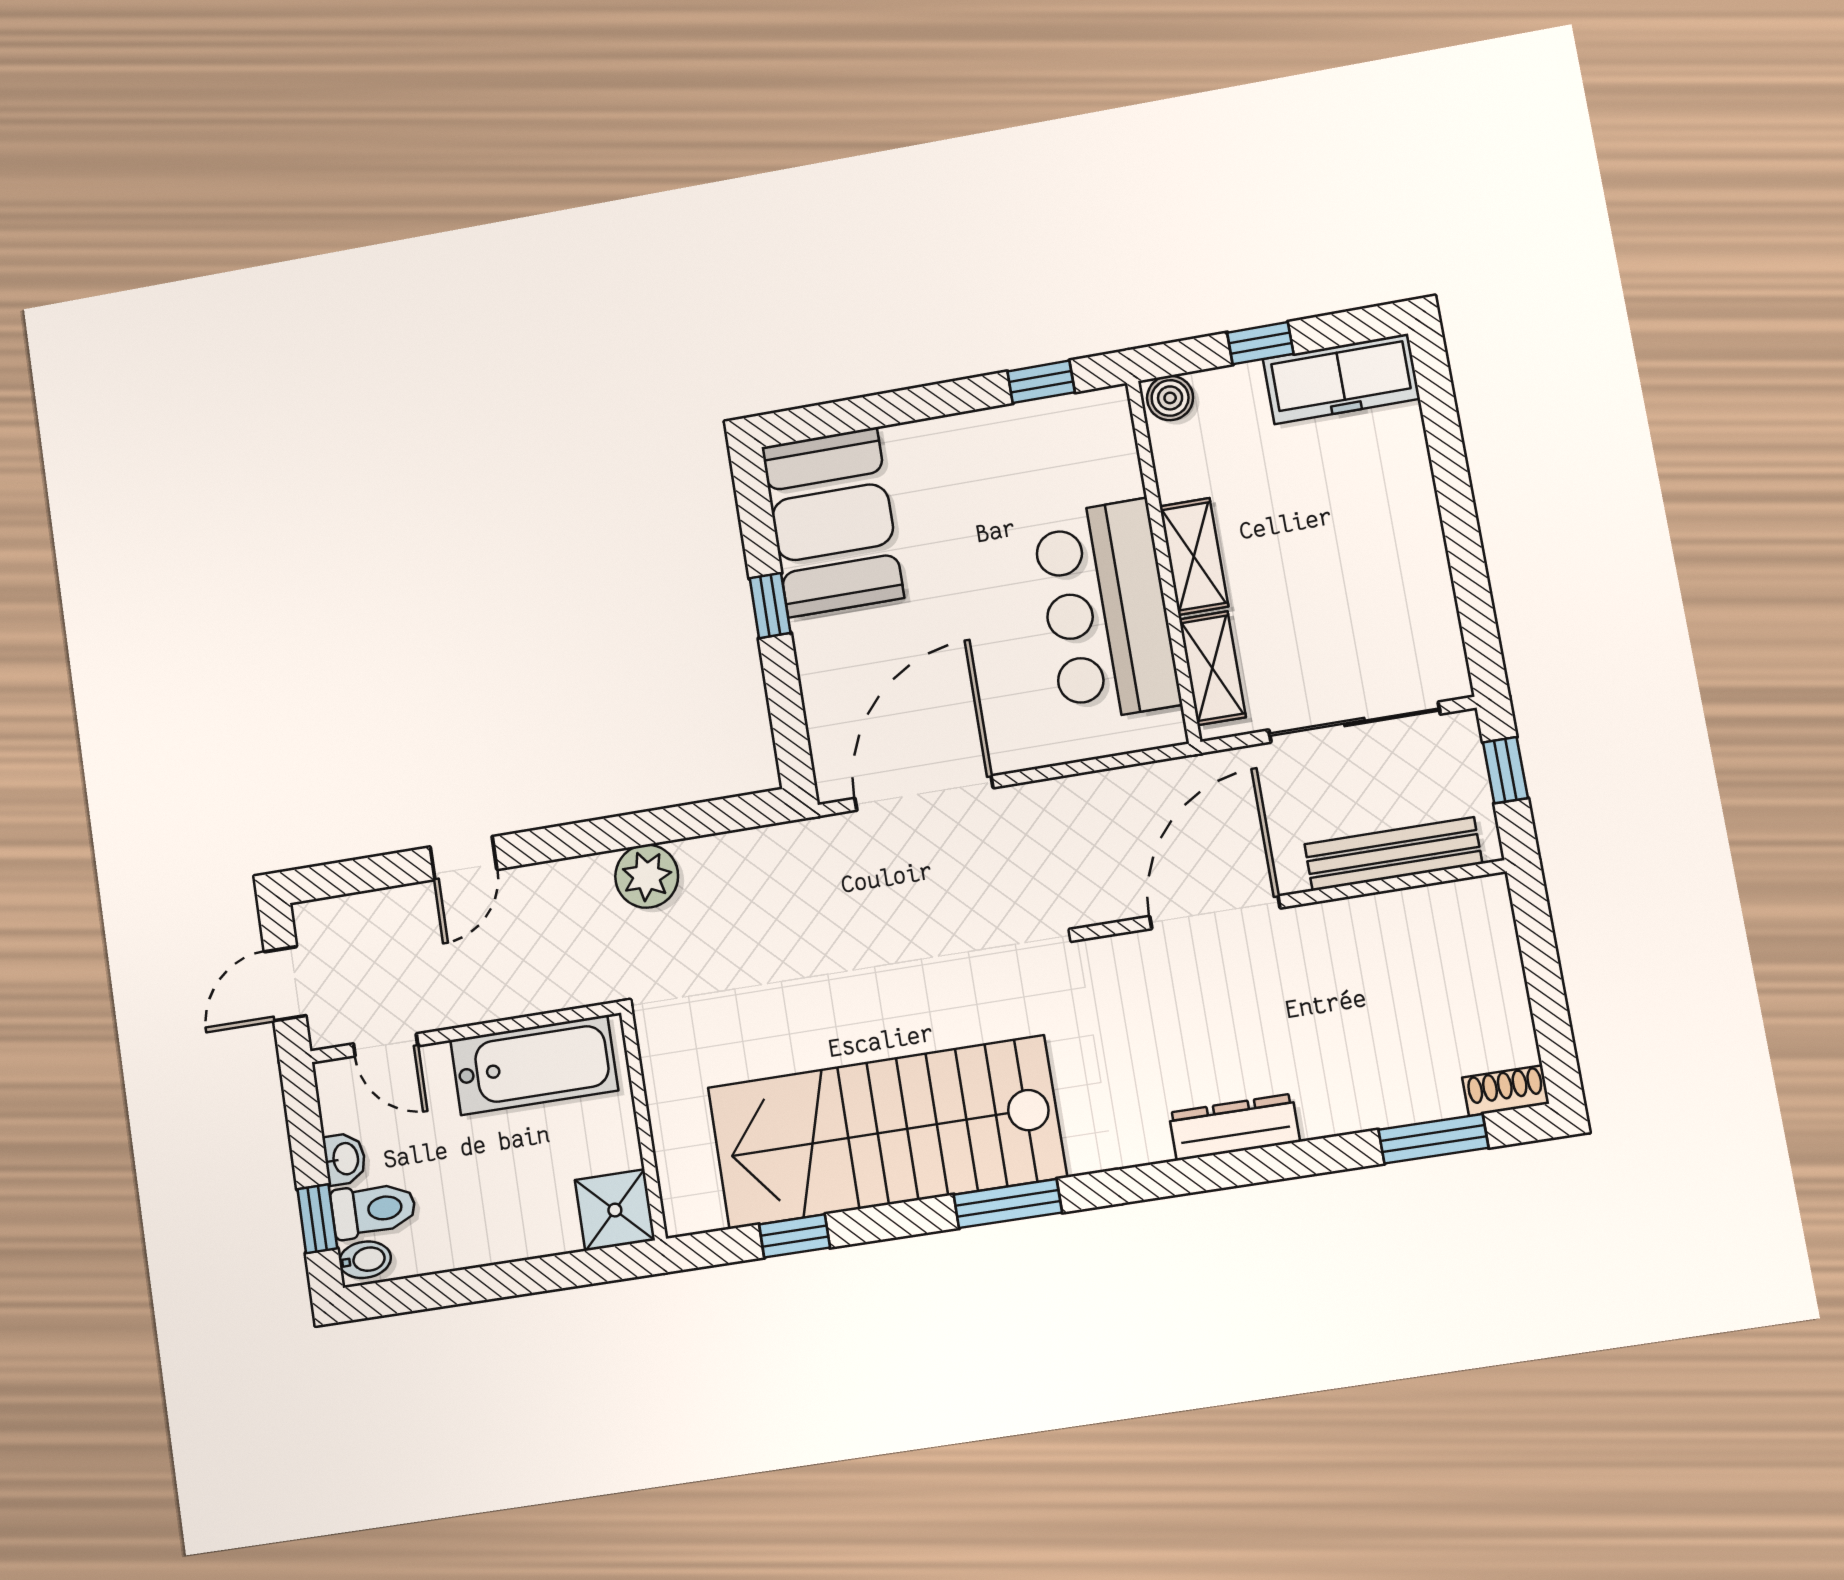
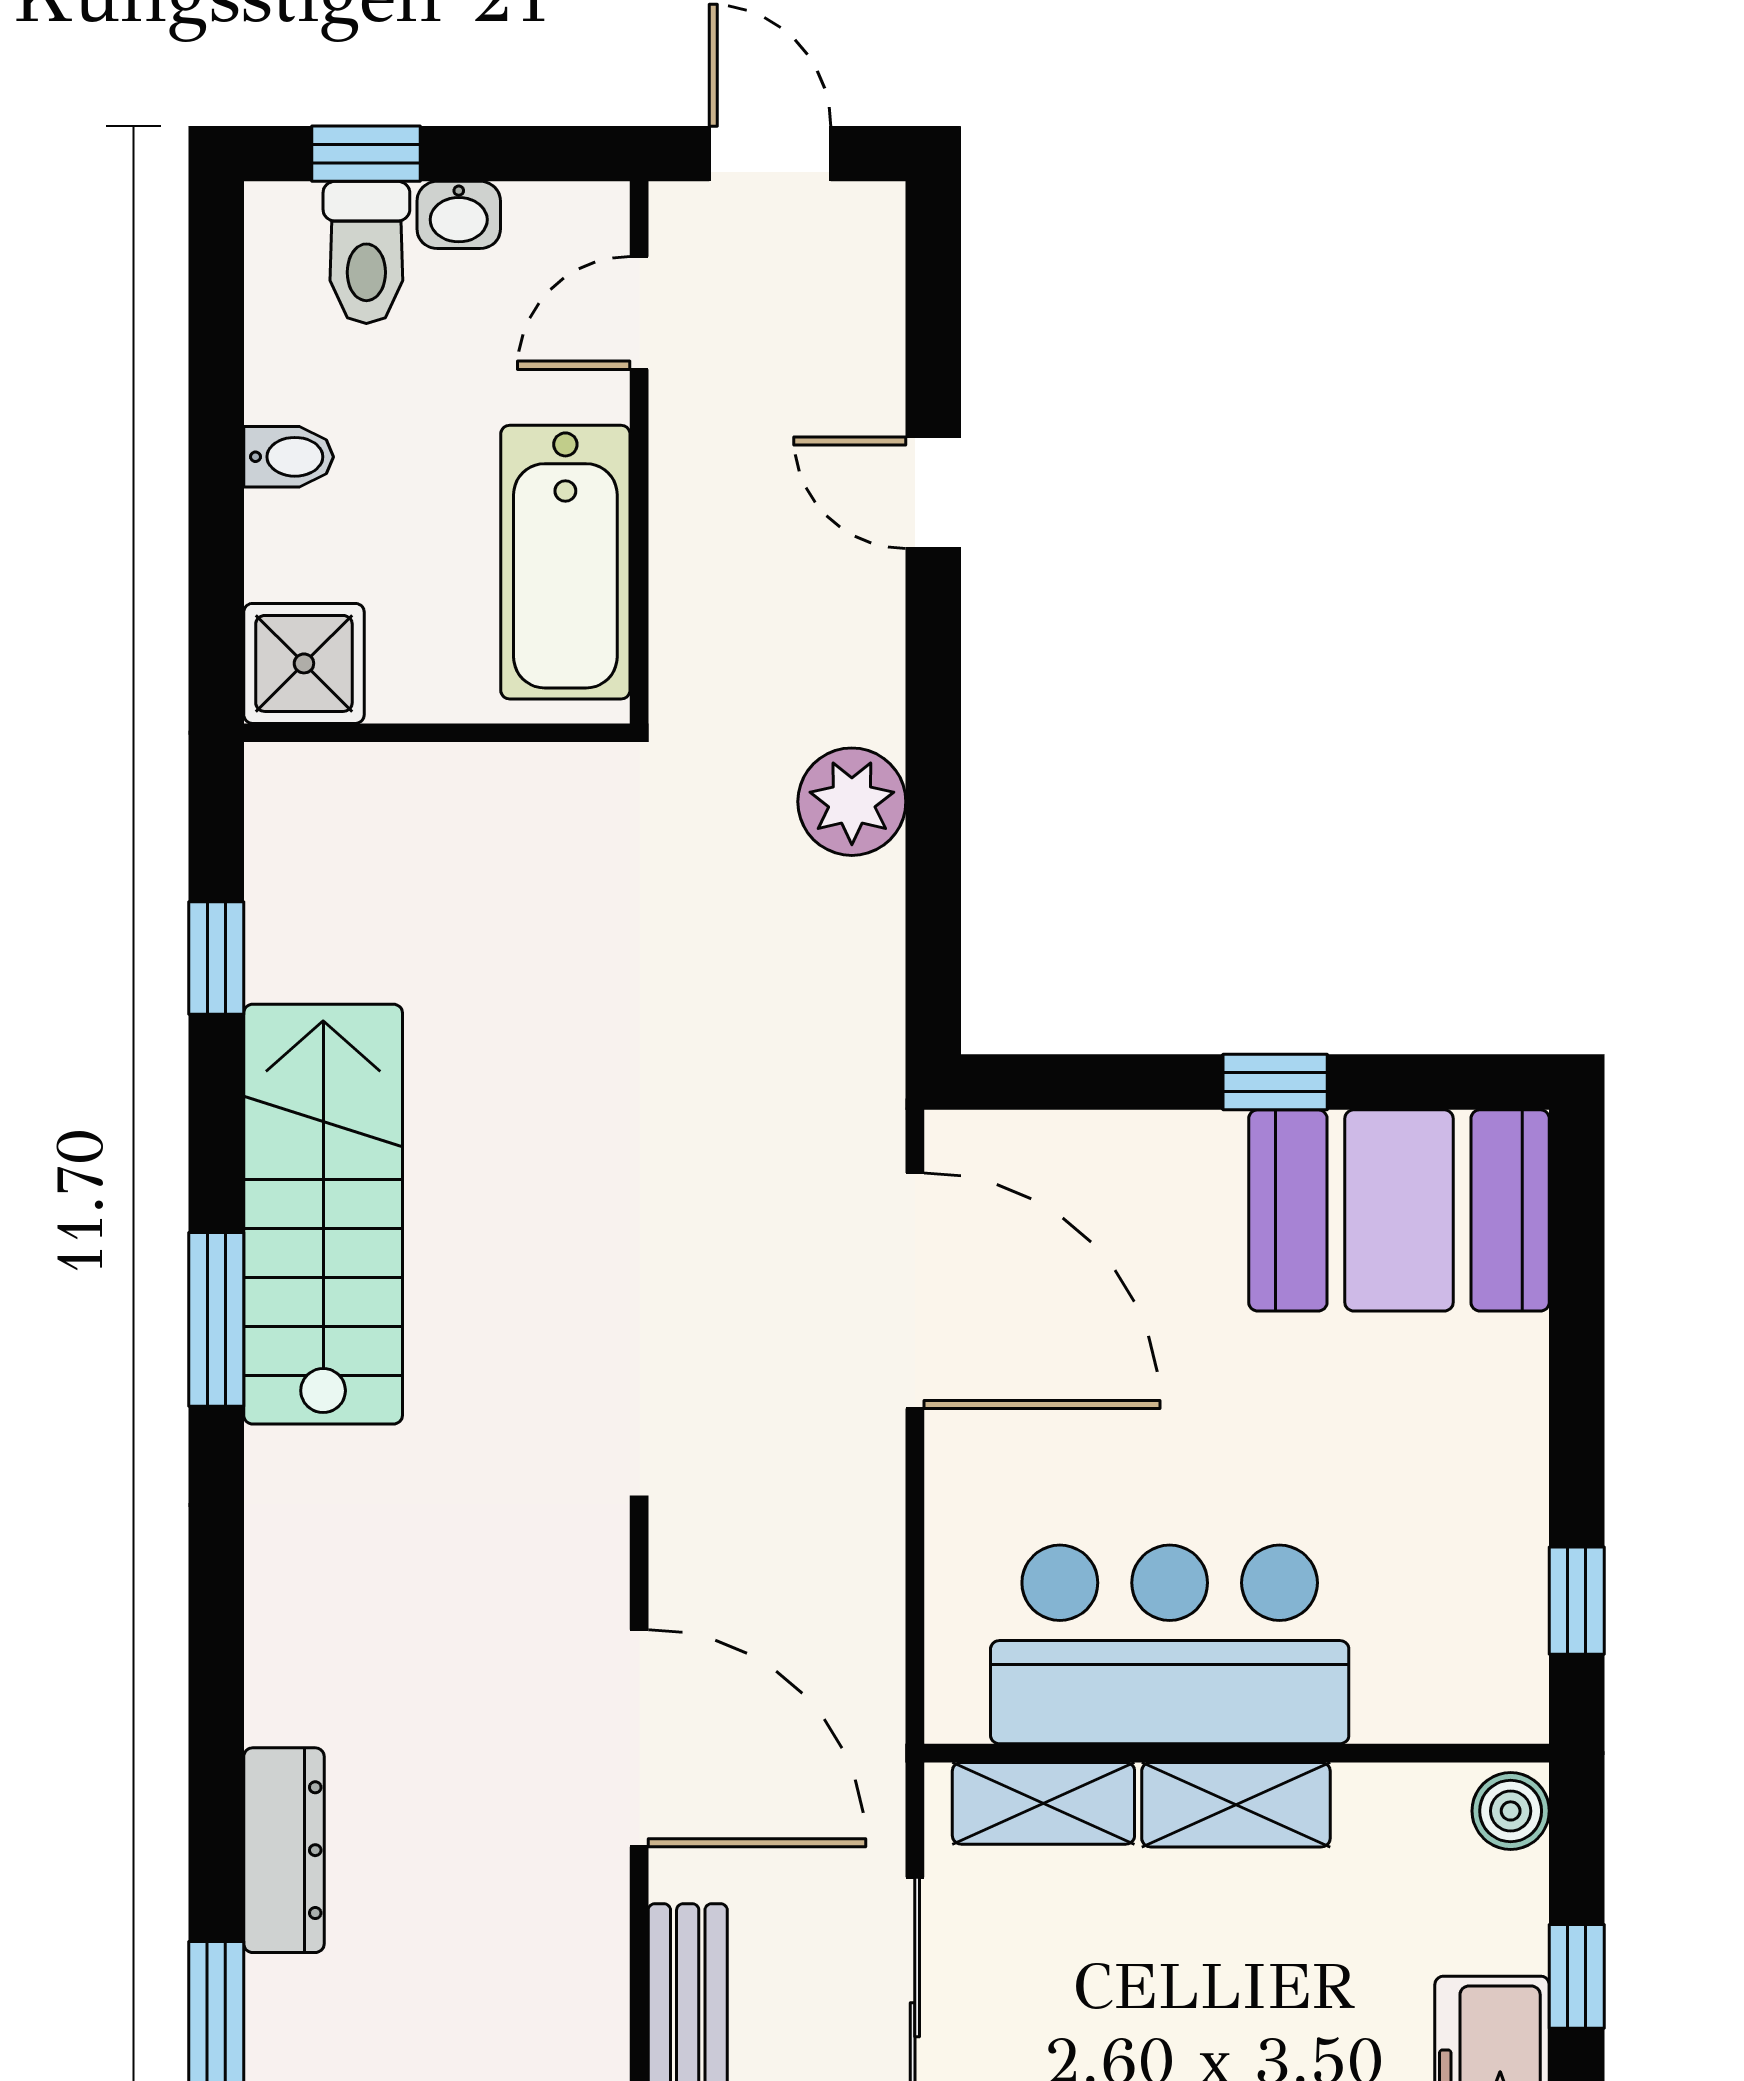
dresser: (1234, 1127) -> (284, 1850), moved
stairs: (886, 1132) -> (323, 1214), width x0.73, depth x0.66
bidet: (365, 1260) -> (289, 457), moved, turned -90

